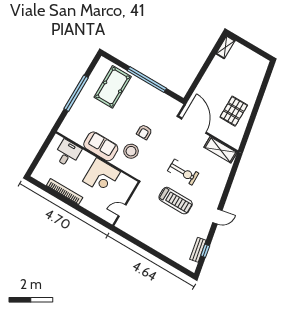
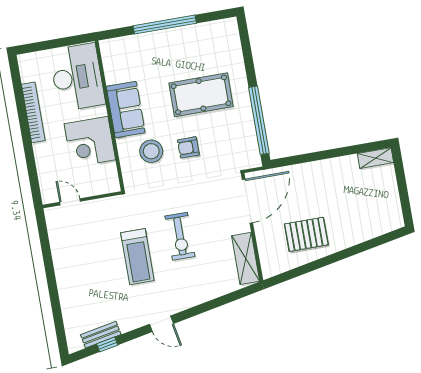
window: (147, 79) -> (259, 120), moved
pool table: (113, 87) -> (201, 95), moved
desk: (67, 153) -> (77, 77), width x1.87, depth x1.30

